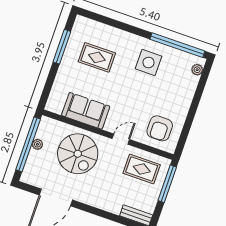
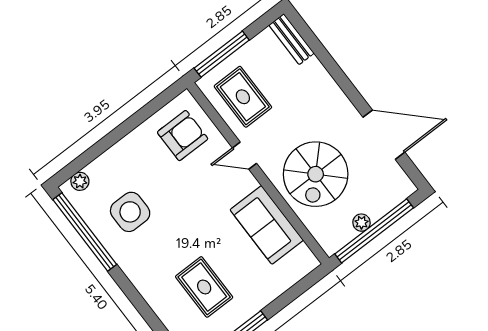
side table: (149, 63) -> (130, 212), moved
spiral stairs: (78, 154) -> (316, 174), turned 180

